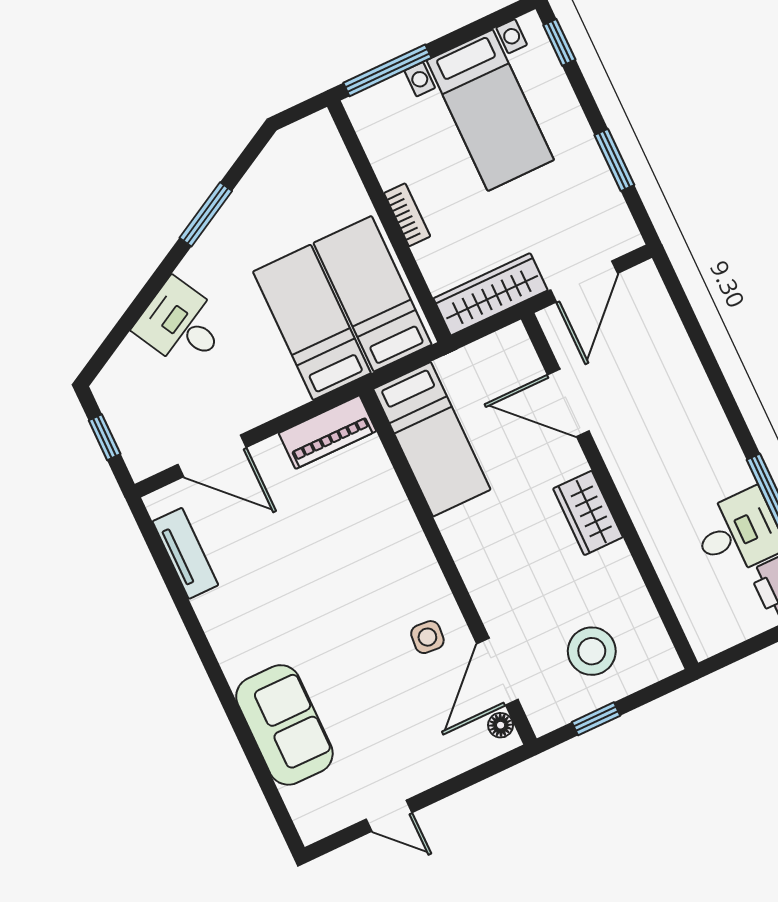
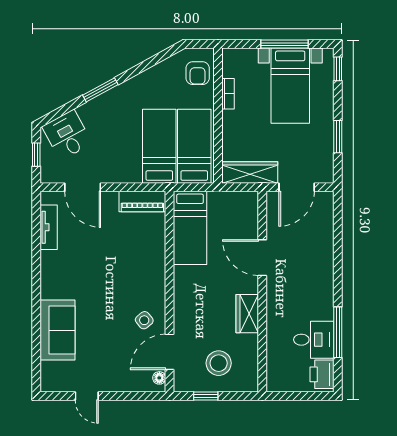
window: (387, 70) -> (284, 44), moved
armchair: (319, 164) -> (198, 73), added
window: (206, 214) -> (100, 90), moved
bookcase: (407, 215) -> (228, 94), moved
desk: (182, 325) -> (67, 135), moved
door: (568, 403) -> (262, 258), moved
wardrobe: (588, 513) -> (247, 314), moved
side table: (427, 637) -> (144, 320), turned 45

